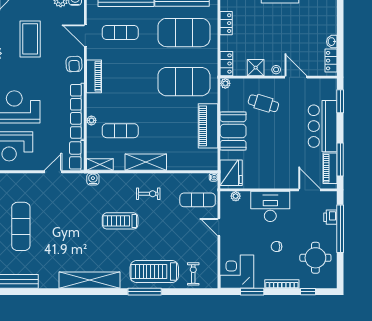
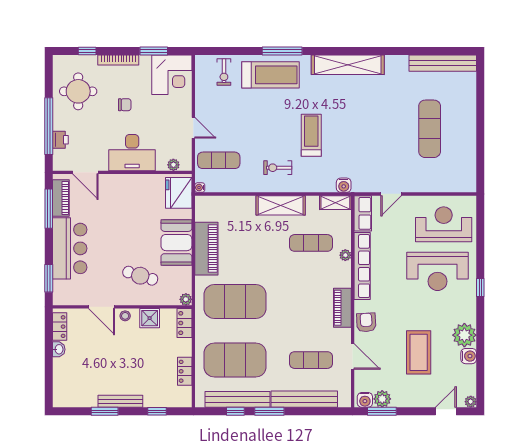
treadmill: (120, 221) -> (311, 135), turned -90

